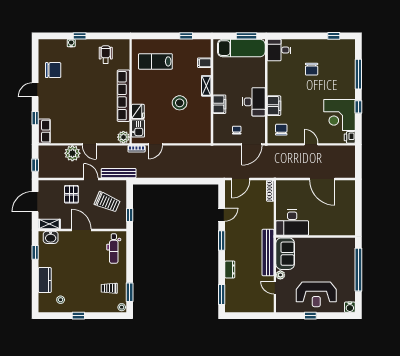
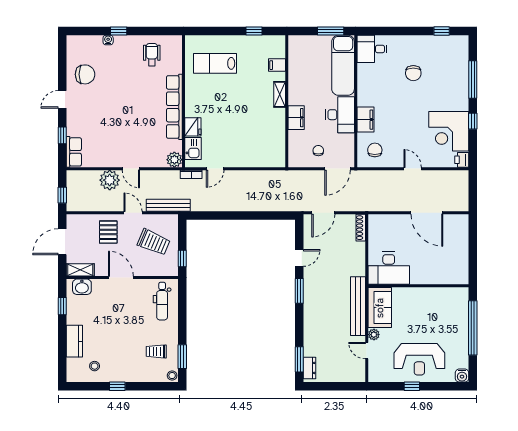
exam couch: (241, 48) -> (343, 65), moved, turned 90
stool: (180, 103) -> (246, 116), removed
dresser: (230, 269) -> (309, 368), moved

